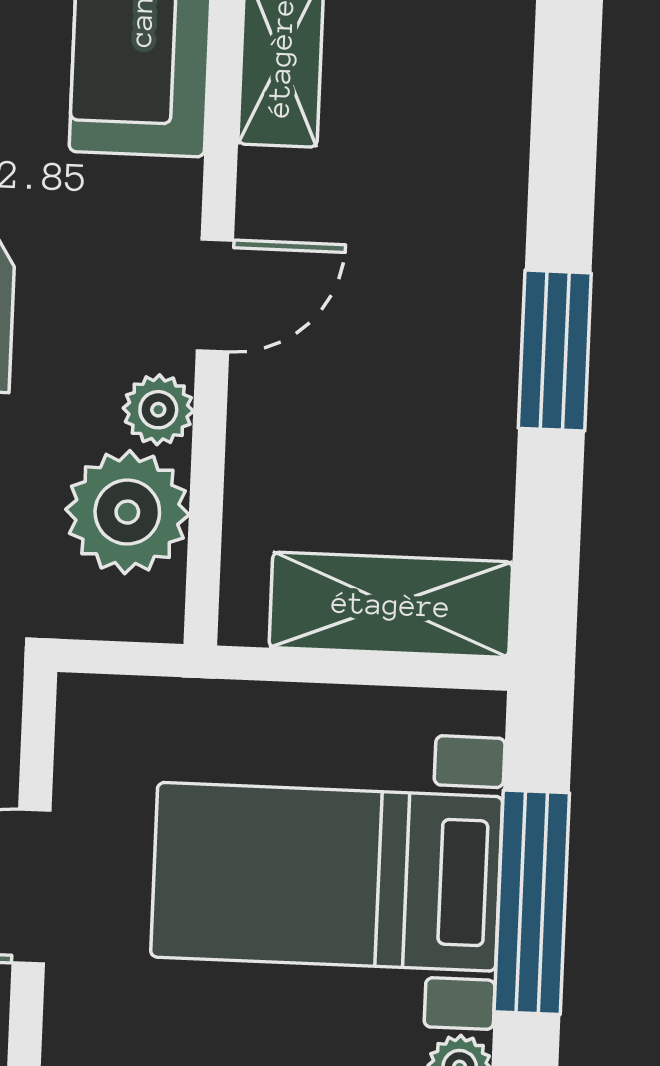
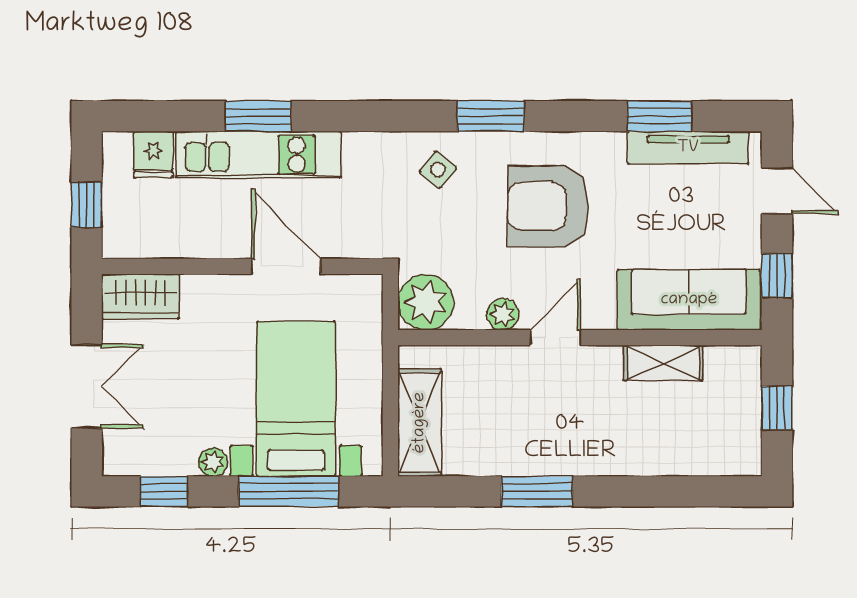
door: (215, 295) -> (555, 338), swing flipped
plant: (127, 512) -> (426, 302), moved

